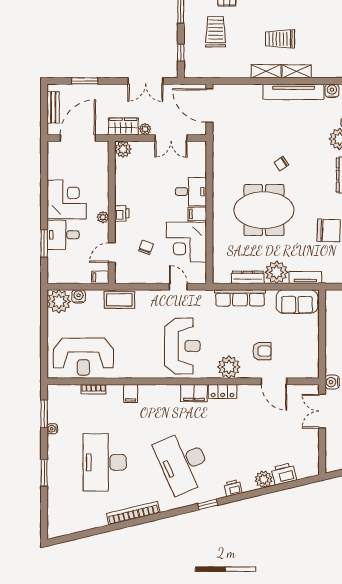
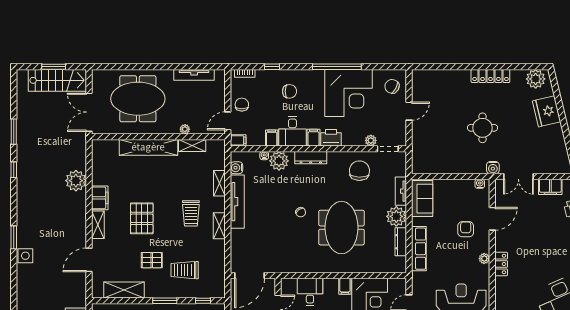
shelving: (297, 71) -> (219, 183), moved
desk: (191, 192) -> (310, 292), moved
plant: (229, 367) -> (484, 259), width x0.53, depth x0.53
water cooler: (314, 367) -> (480, 184), added
filing cabinet: (194, 393) -> (550, 187), moved, turned 90

